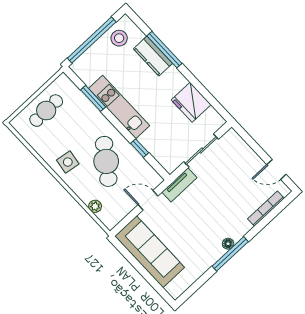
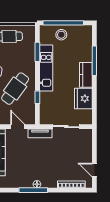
stool: (119, 38) -> (61, 35), moved
kitchen counter: (153, 56) -> (86, 75), moved

